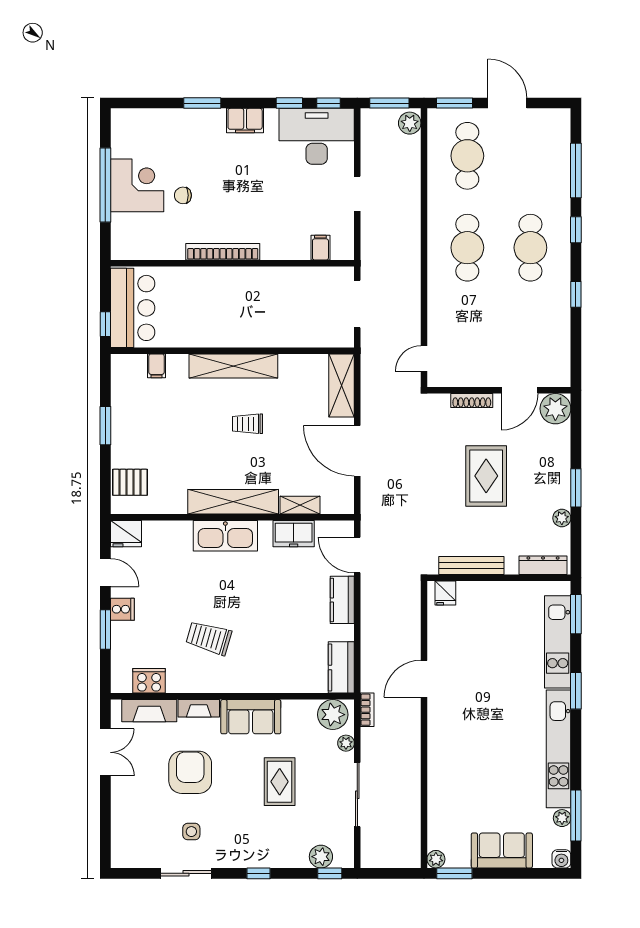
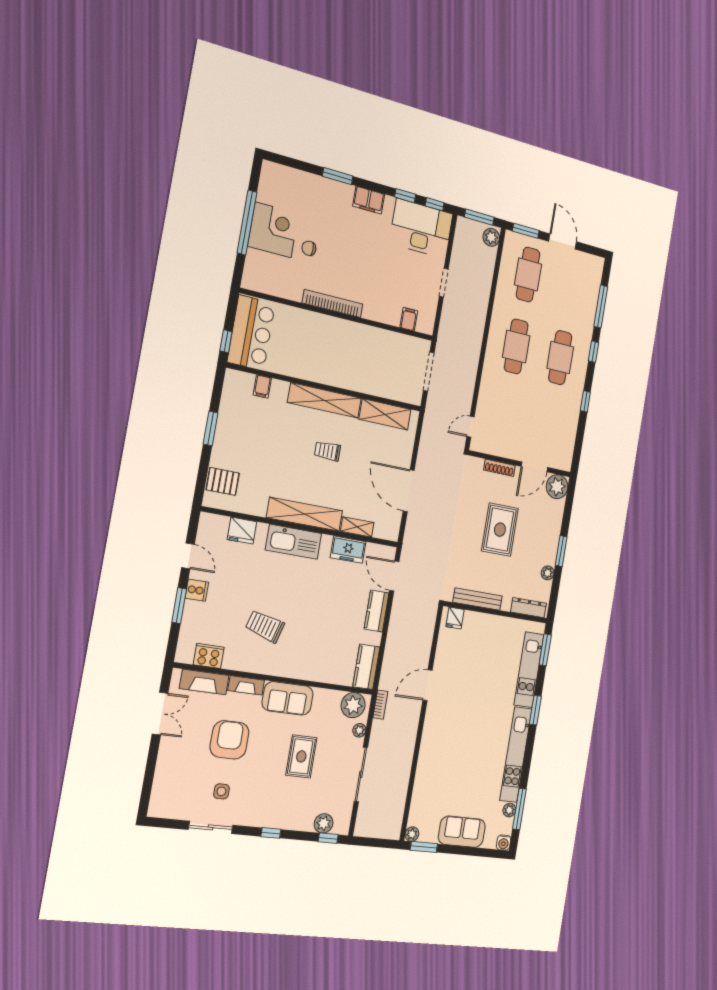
shelving: (342, 386) -> (385, 414), moved, turned 90
fridge: (126, 534) -> (242, 531), moved

